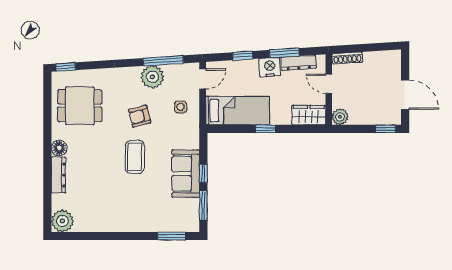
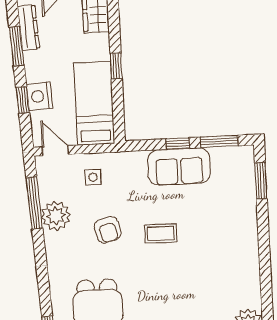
nightstand: (270, 67) -> (40, 96), moved
coffee table: (135, 157) -> (161, 233), width x0.73, depth x0.77

